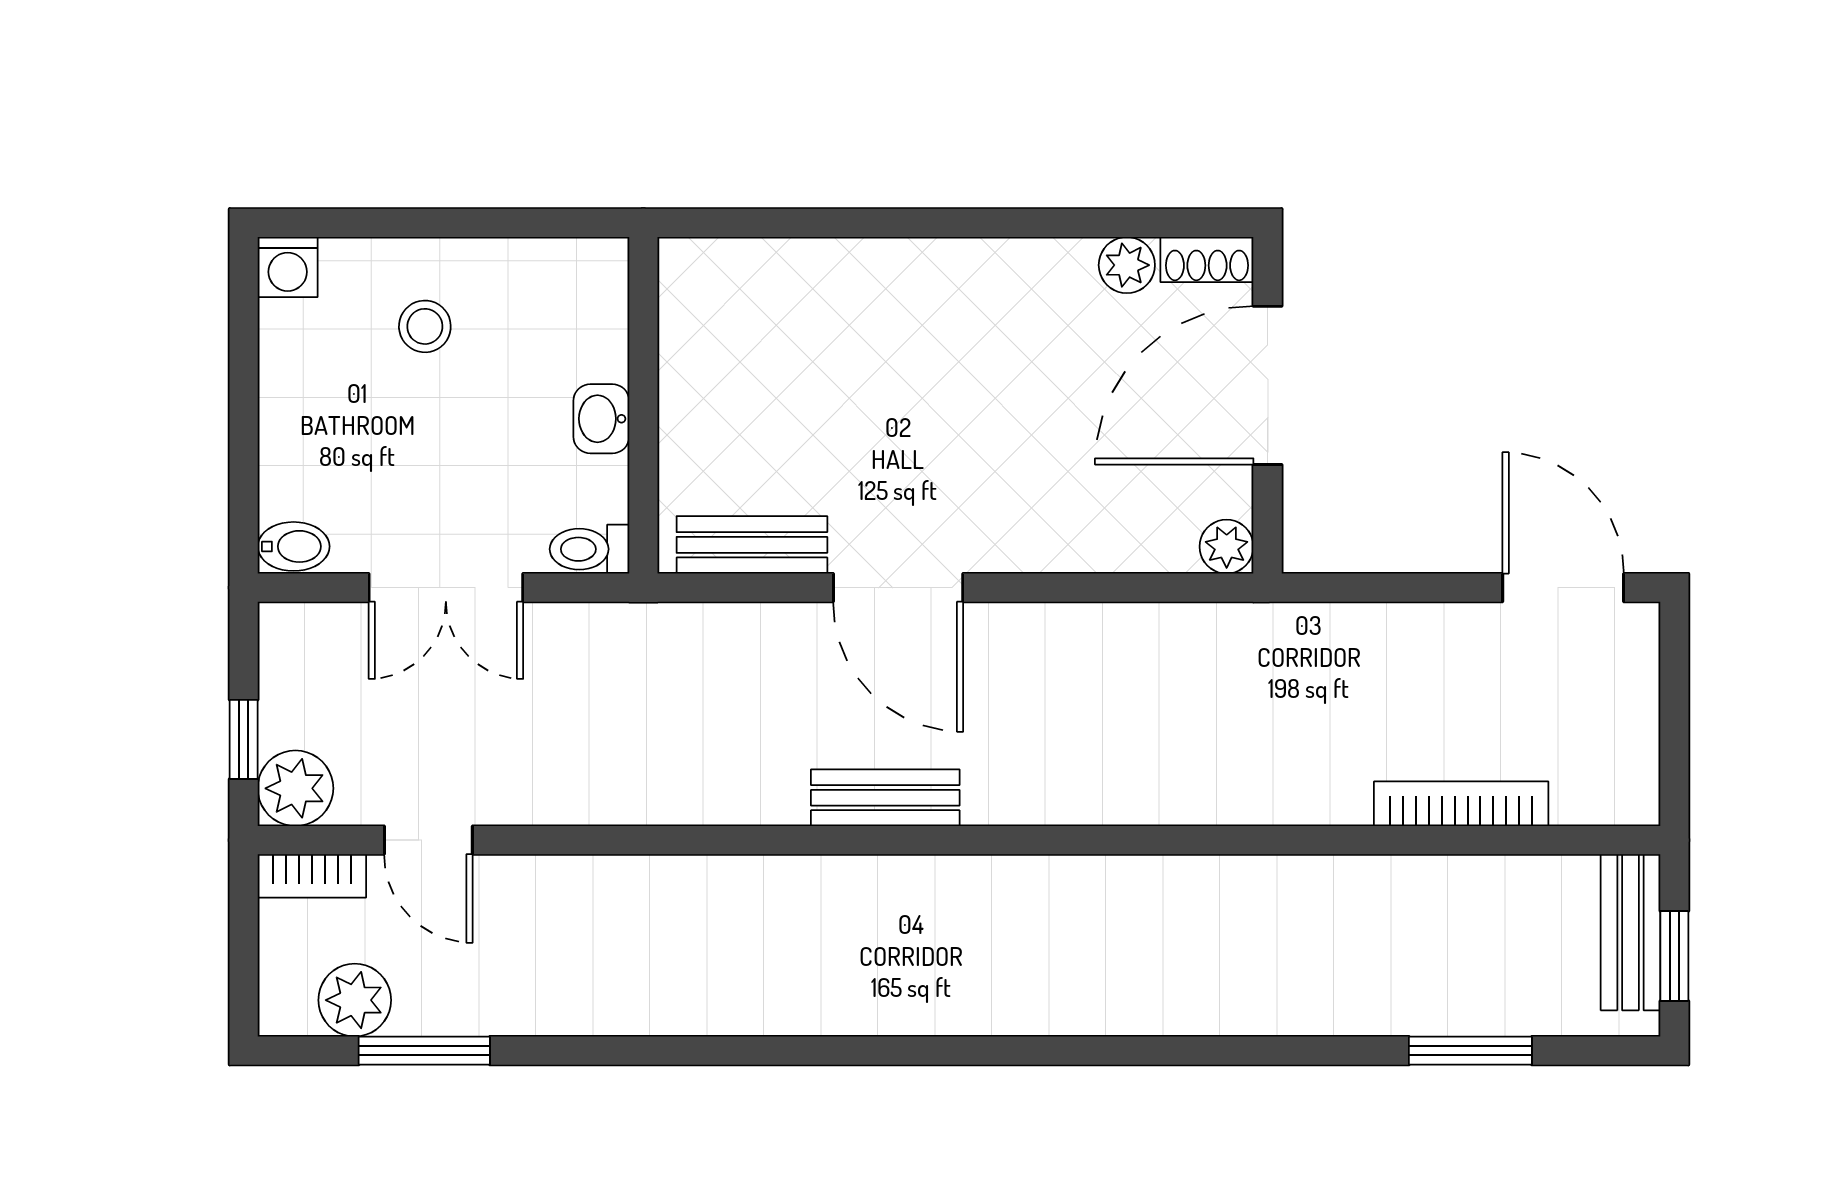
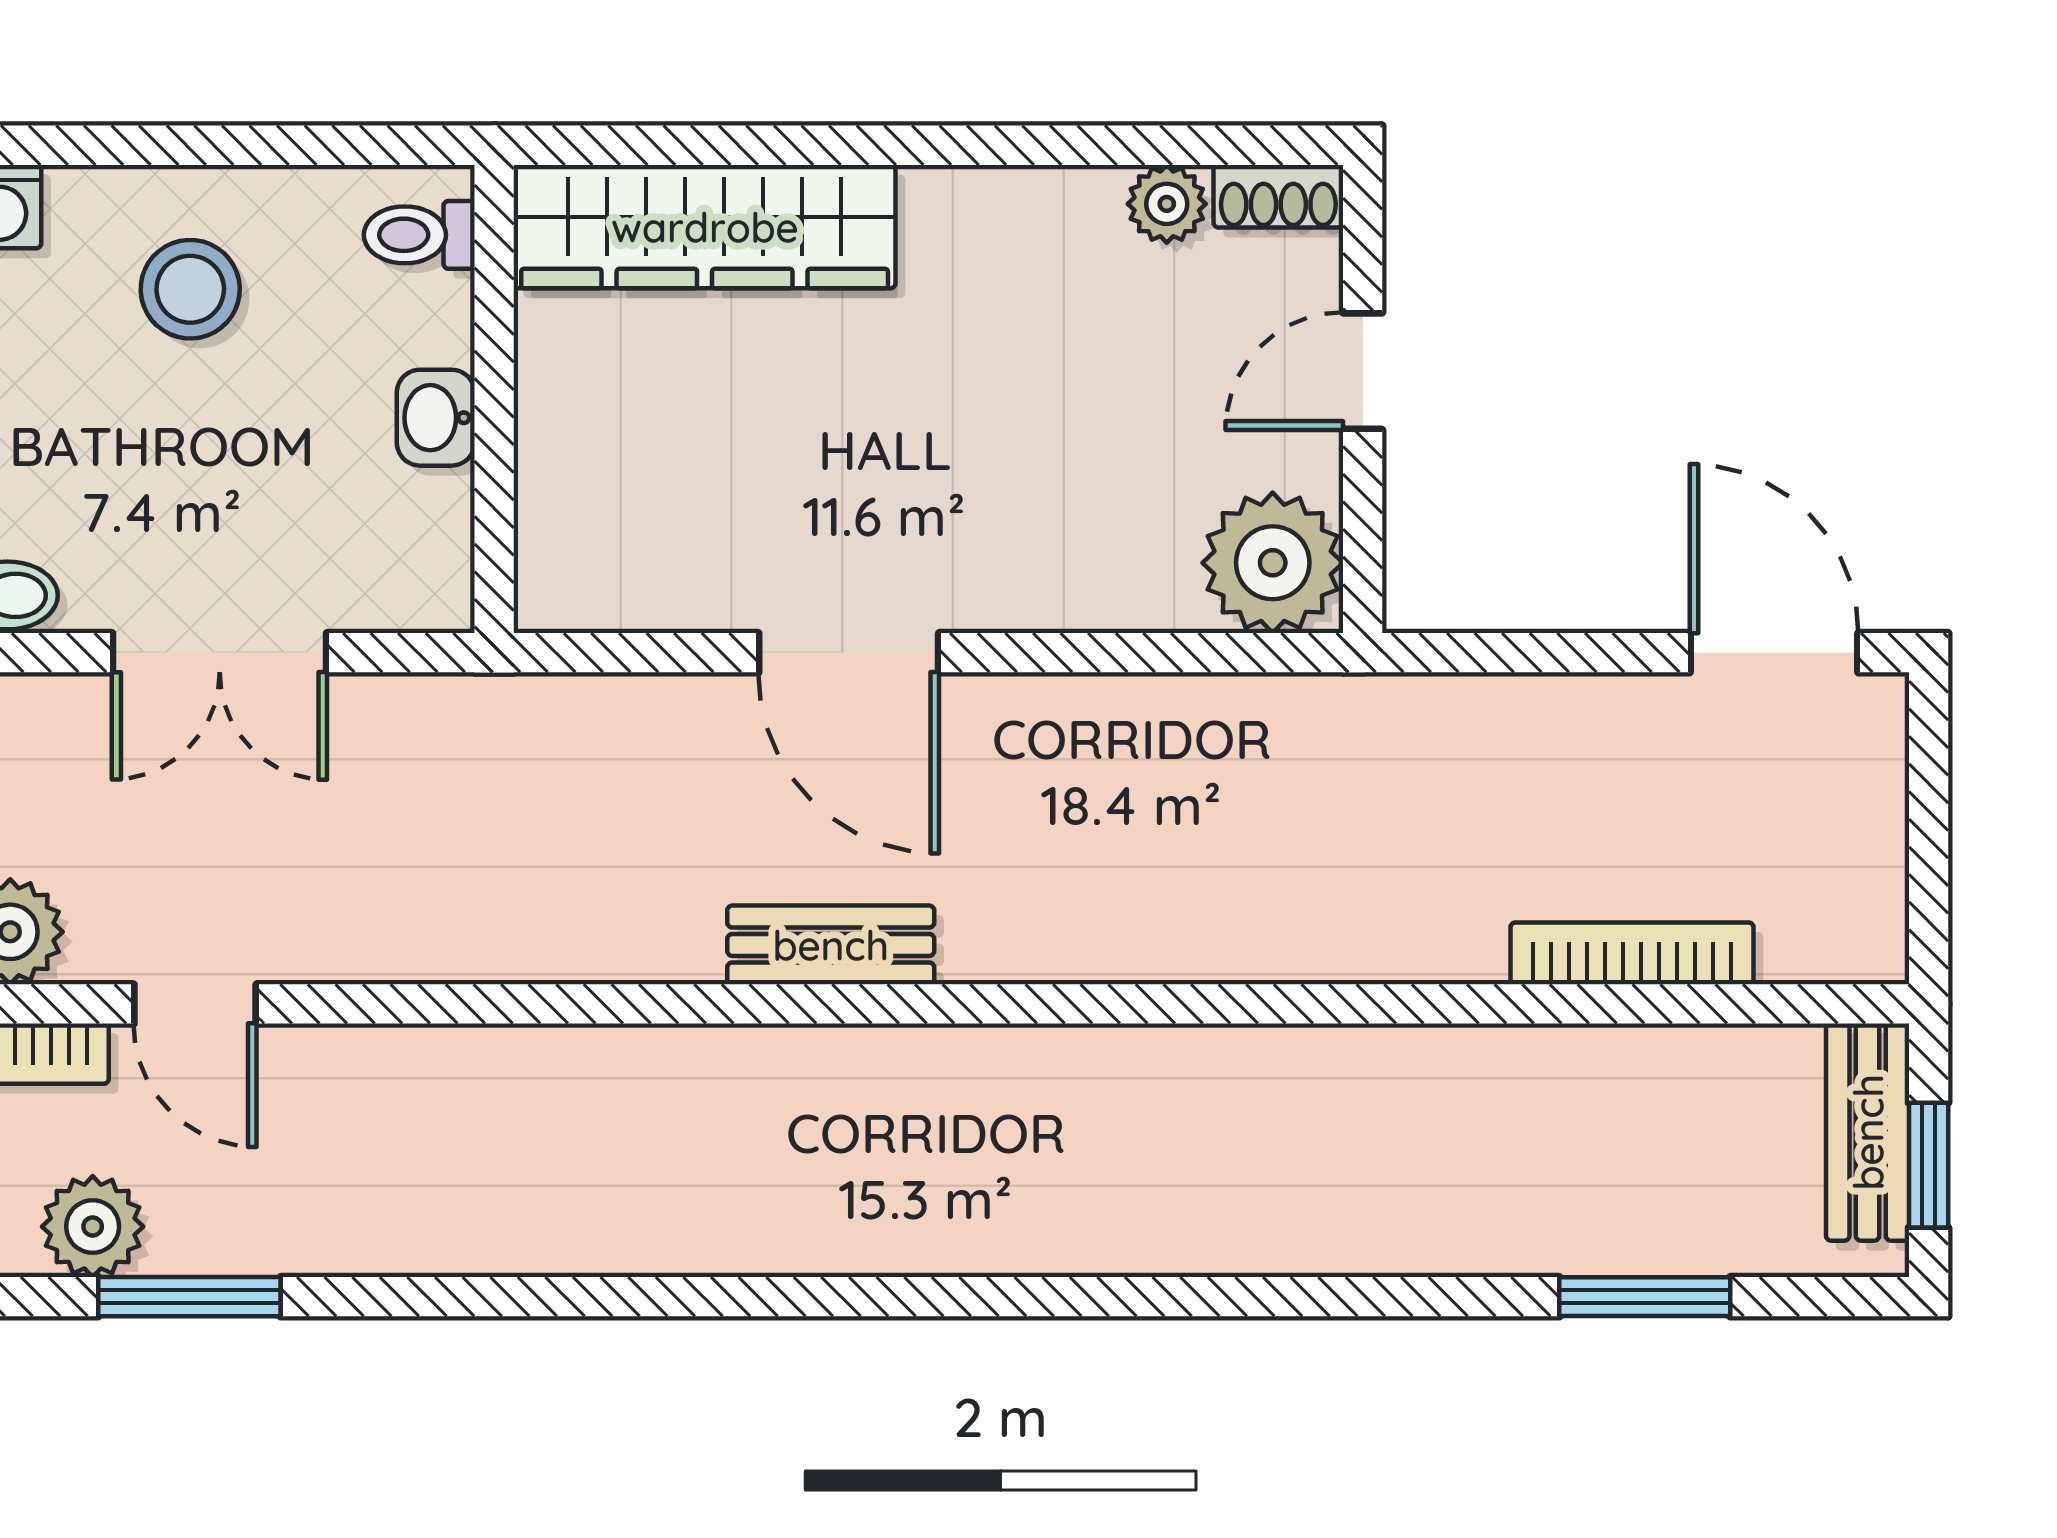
wardrobe: (795, 281) -> (705, 227), added
stool: (425, 326) -> (190, 289), width x1.37, depth x1.37
door: (1268, 385) -> (1363, 371), width x0.53
bench: (752, 545) -> (645, 593), removed
plant: (1227, 547) -> (1273, 563), width x1.88, depth x1.88
toilet: (589, 549) -> (419, 235), moved

